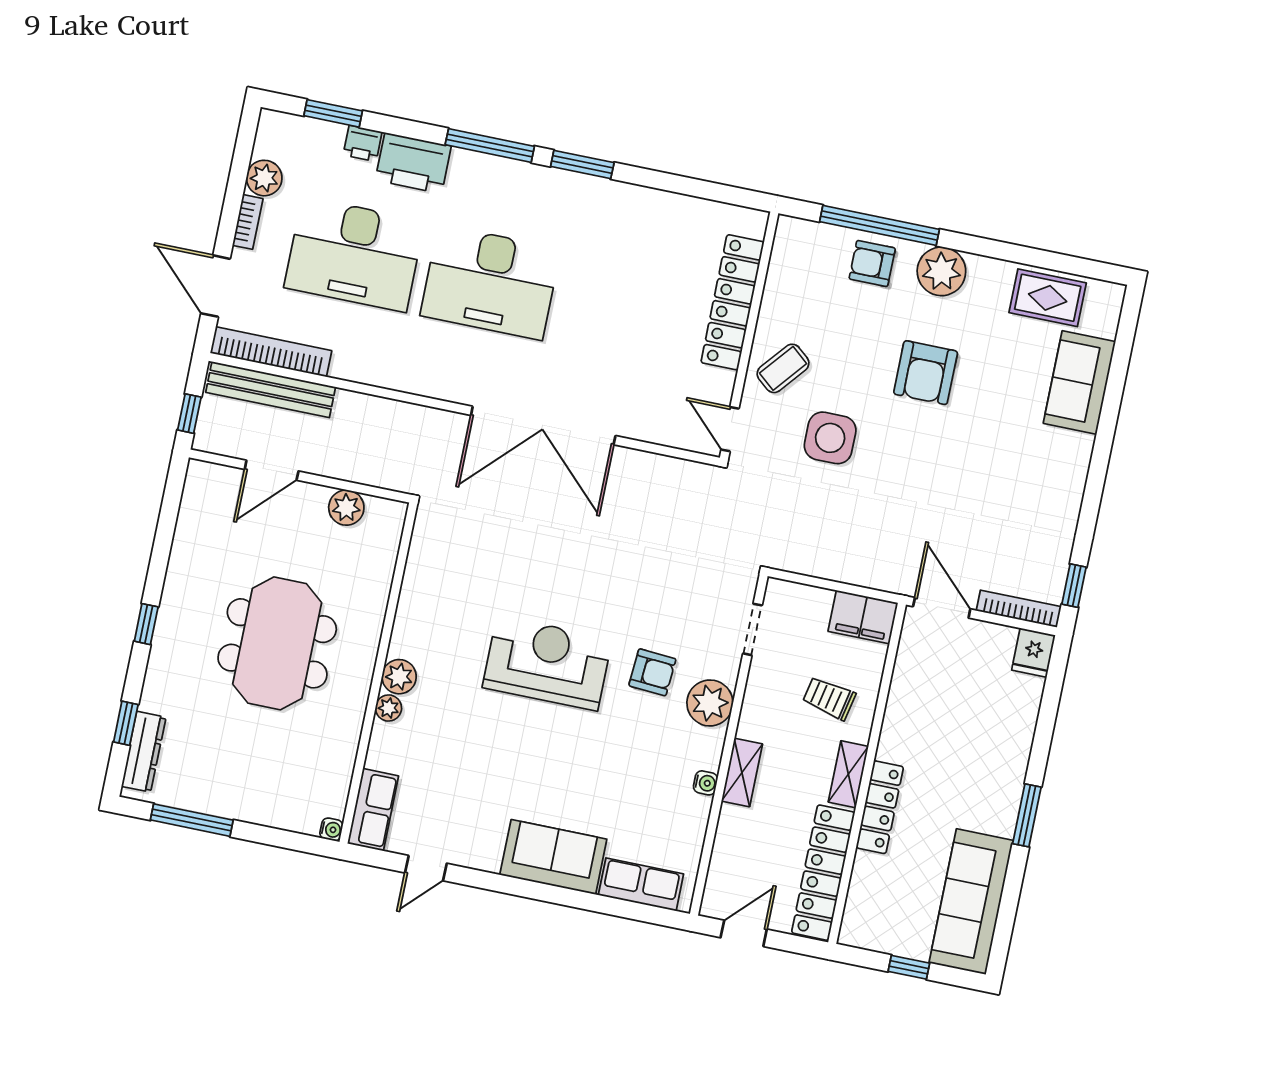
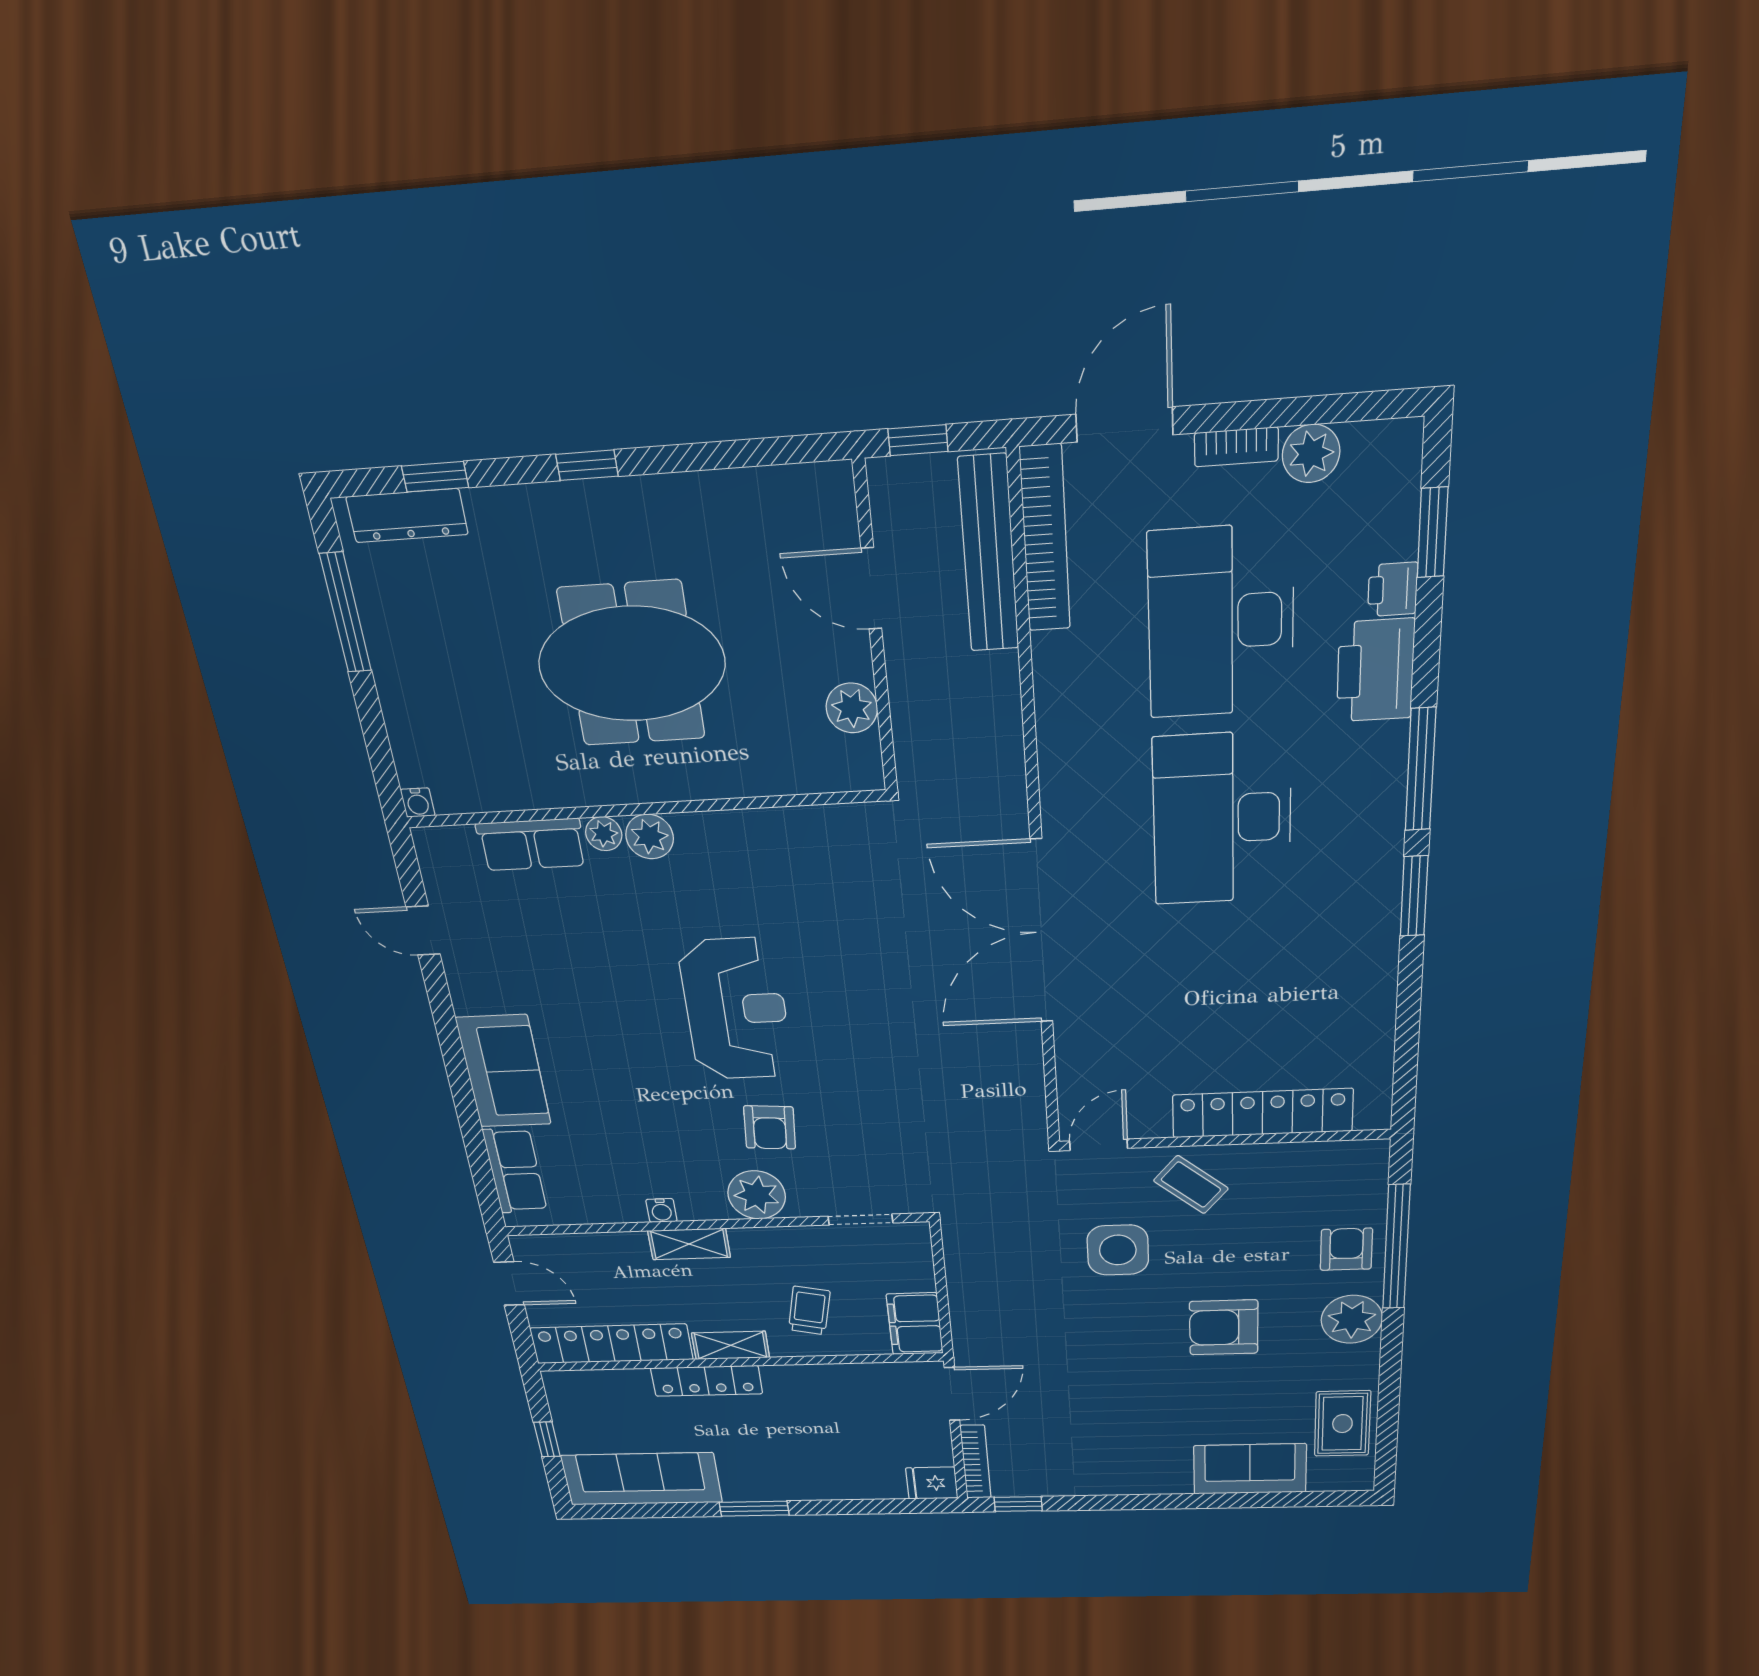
row of seats: (373, 810) -> (532, 845), moved

